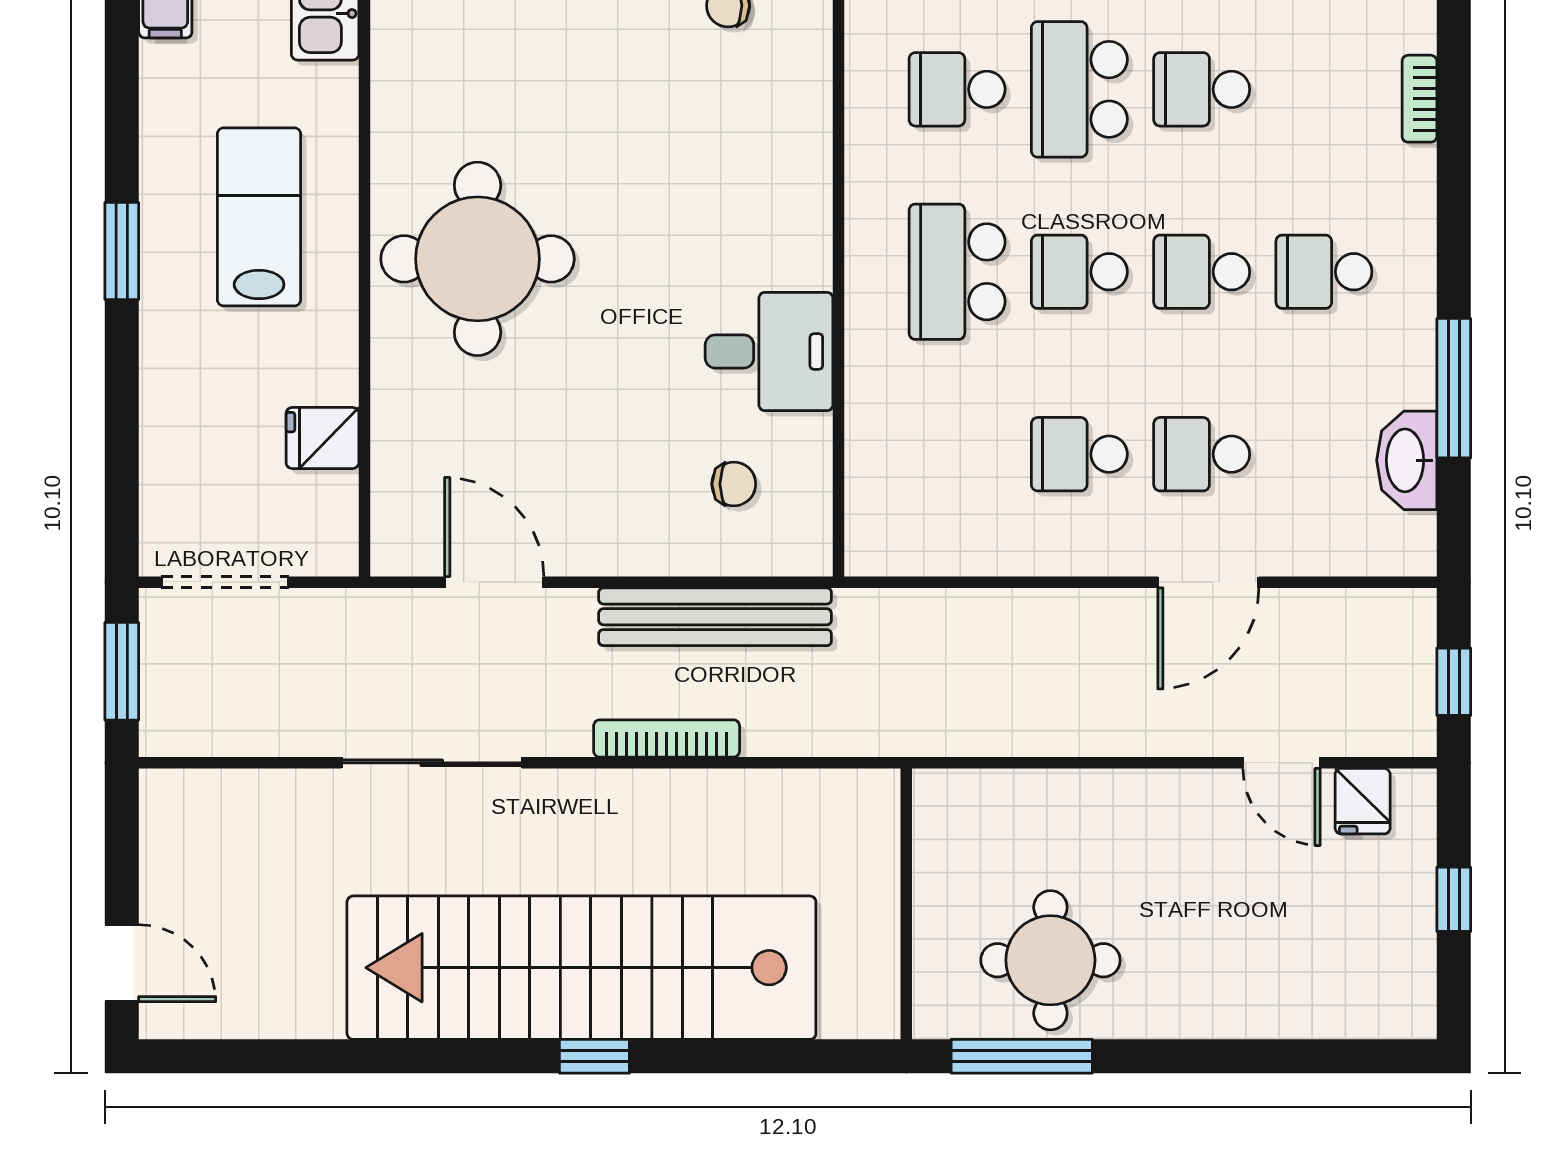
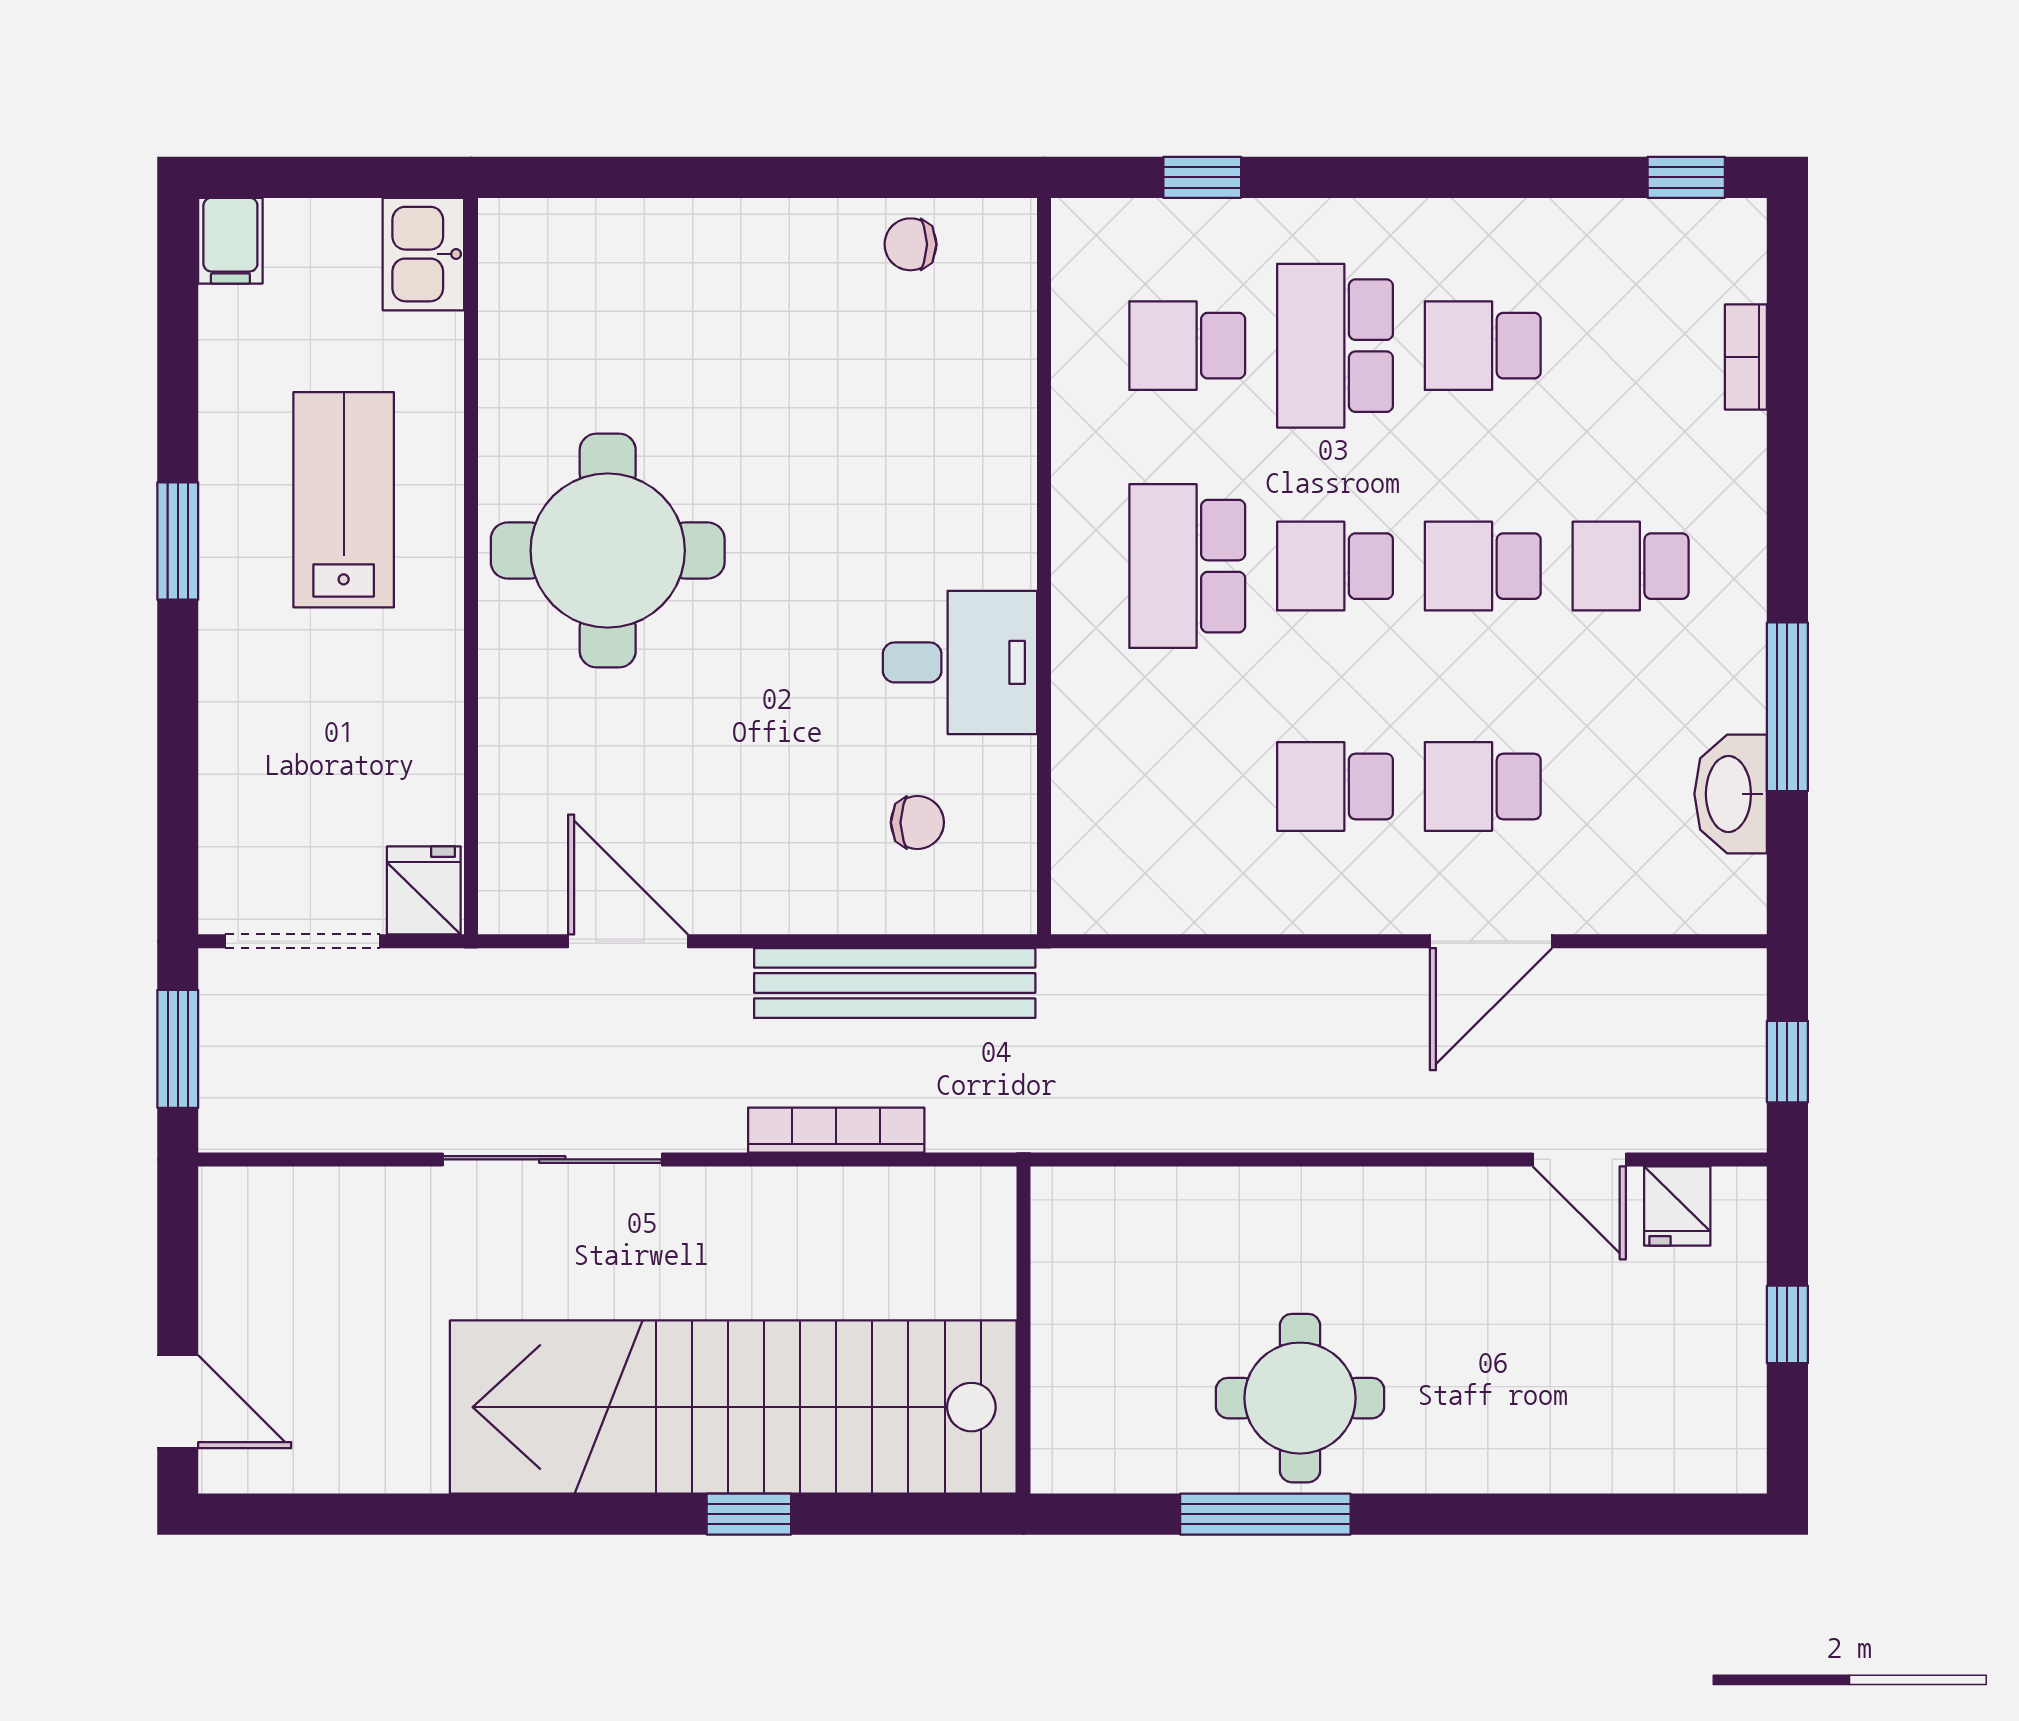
fridge: (322, 438) -> (424, 890), moved, turned 90
wall: (906, 904) -> (1024, 1330), moved

